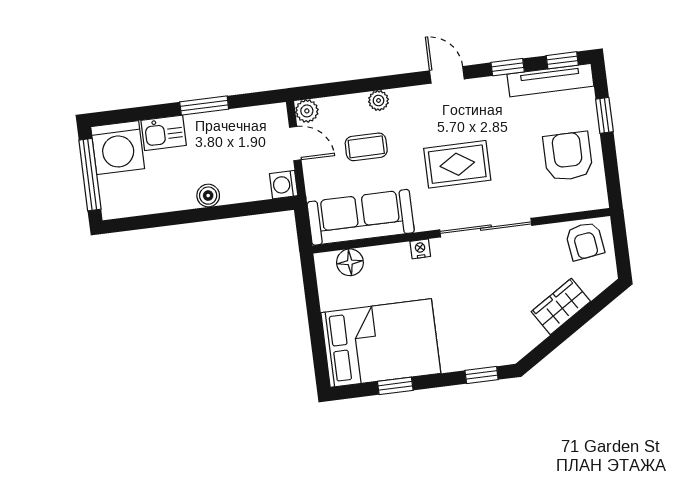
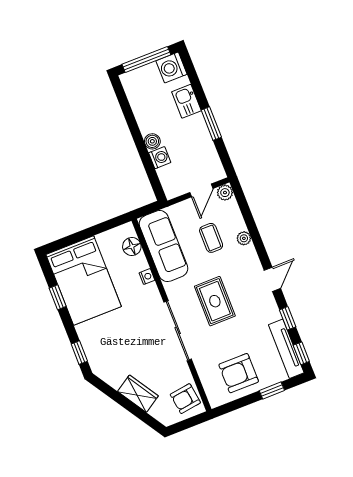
washing machine: (118, 148) -> (171, 68), width x0.73, depth x0.73
armchair: (568, 156) -> (239, 373), turned 180
washing machine: (284, 185) -> (160, 158), moved, turned 90
nightstand: (420, 249) -> (147, 277), moved

